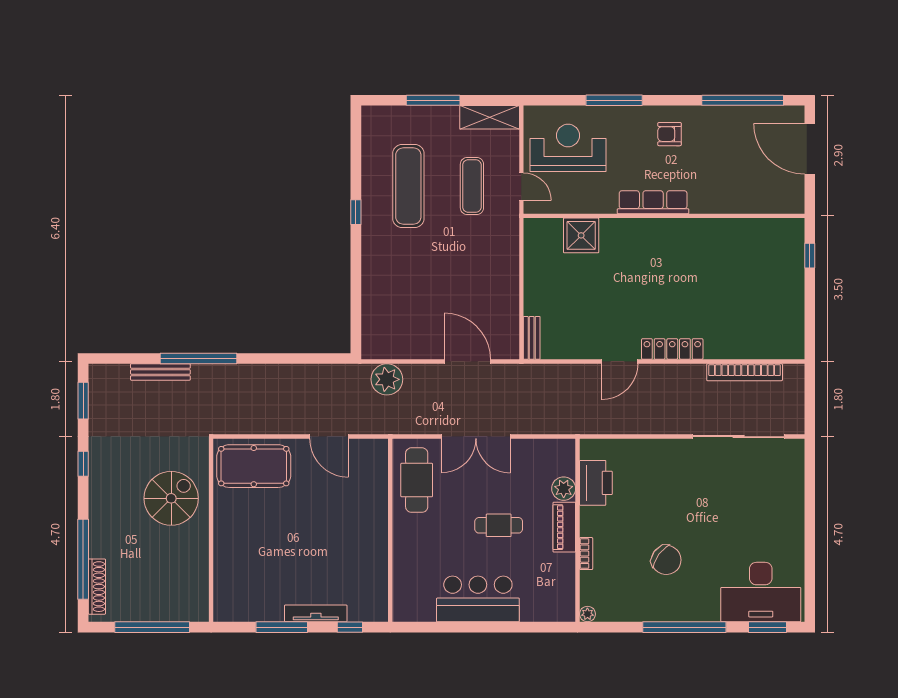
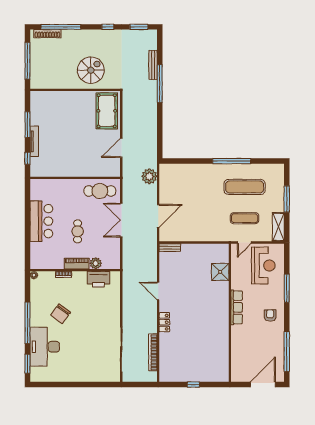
window: (356, 212) -> (232, 161), width x3.17
window: (810, 256) -> (193, 384), moved
locker: (672, 349) -> (164, 322), width x0.66
spiral stairs: (171, 498) -> (91, 70), turned -90
desk: (761, 592) -> (45, 347), moved

